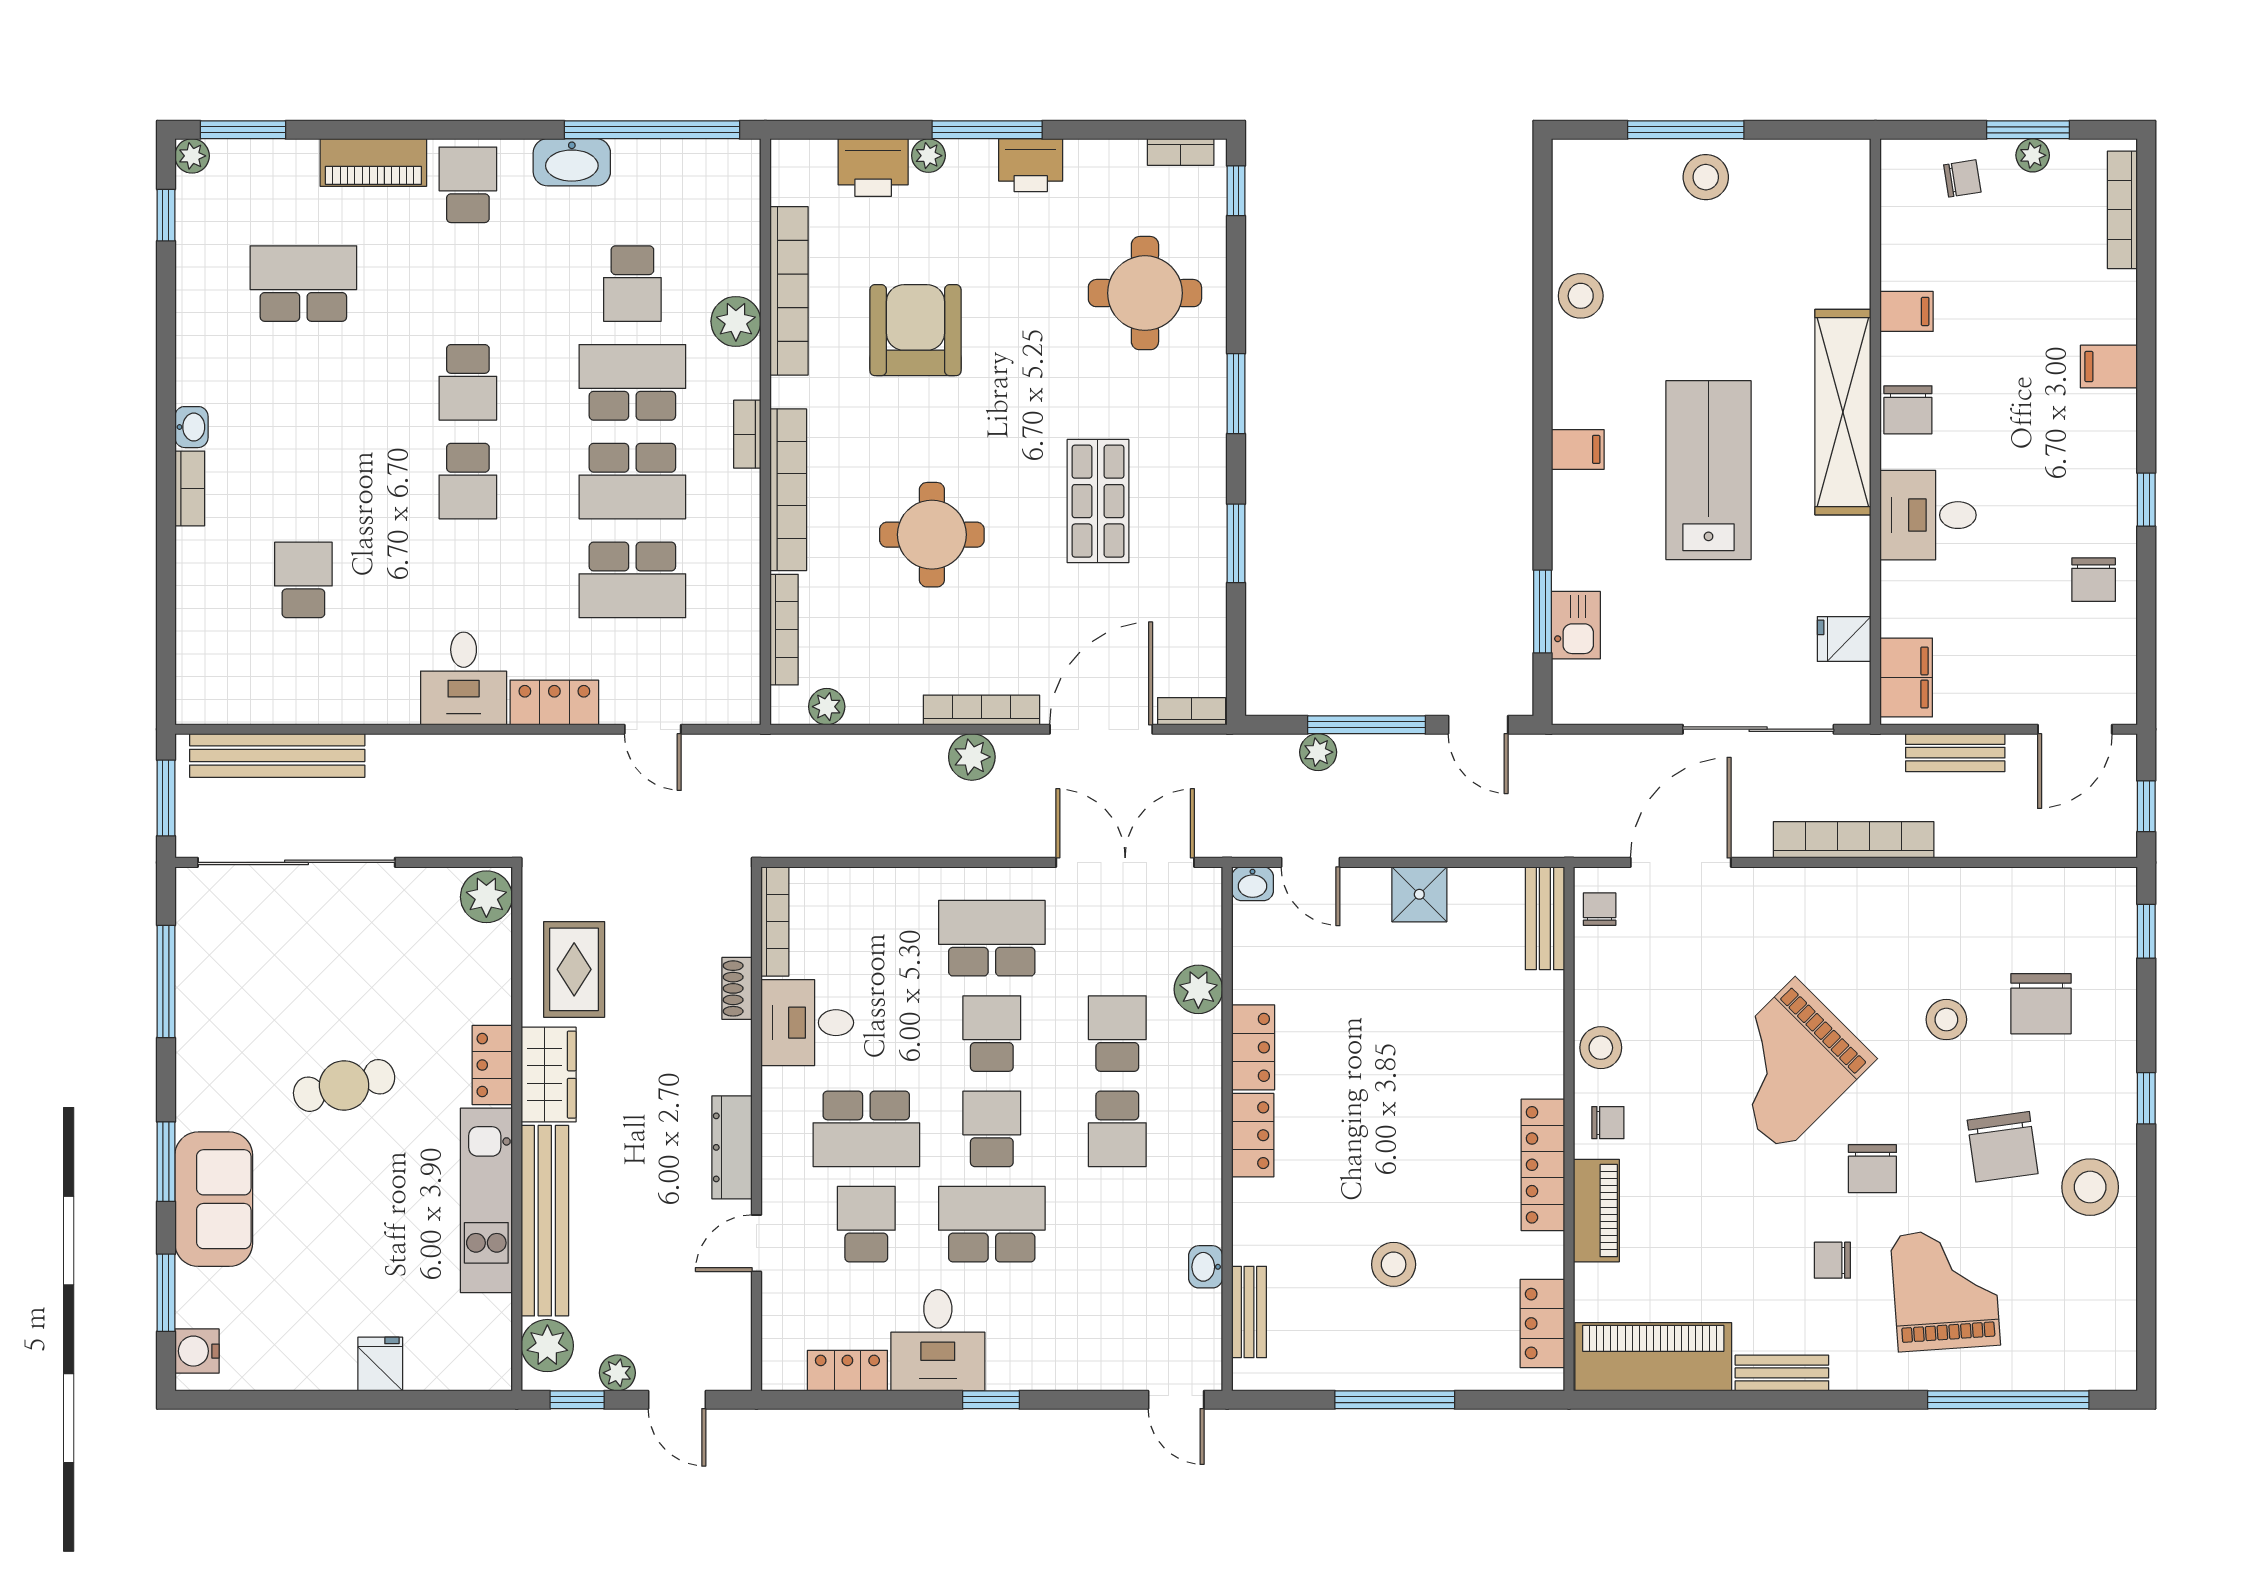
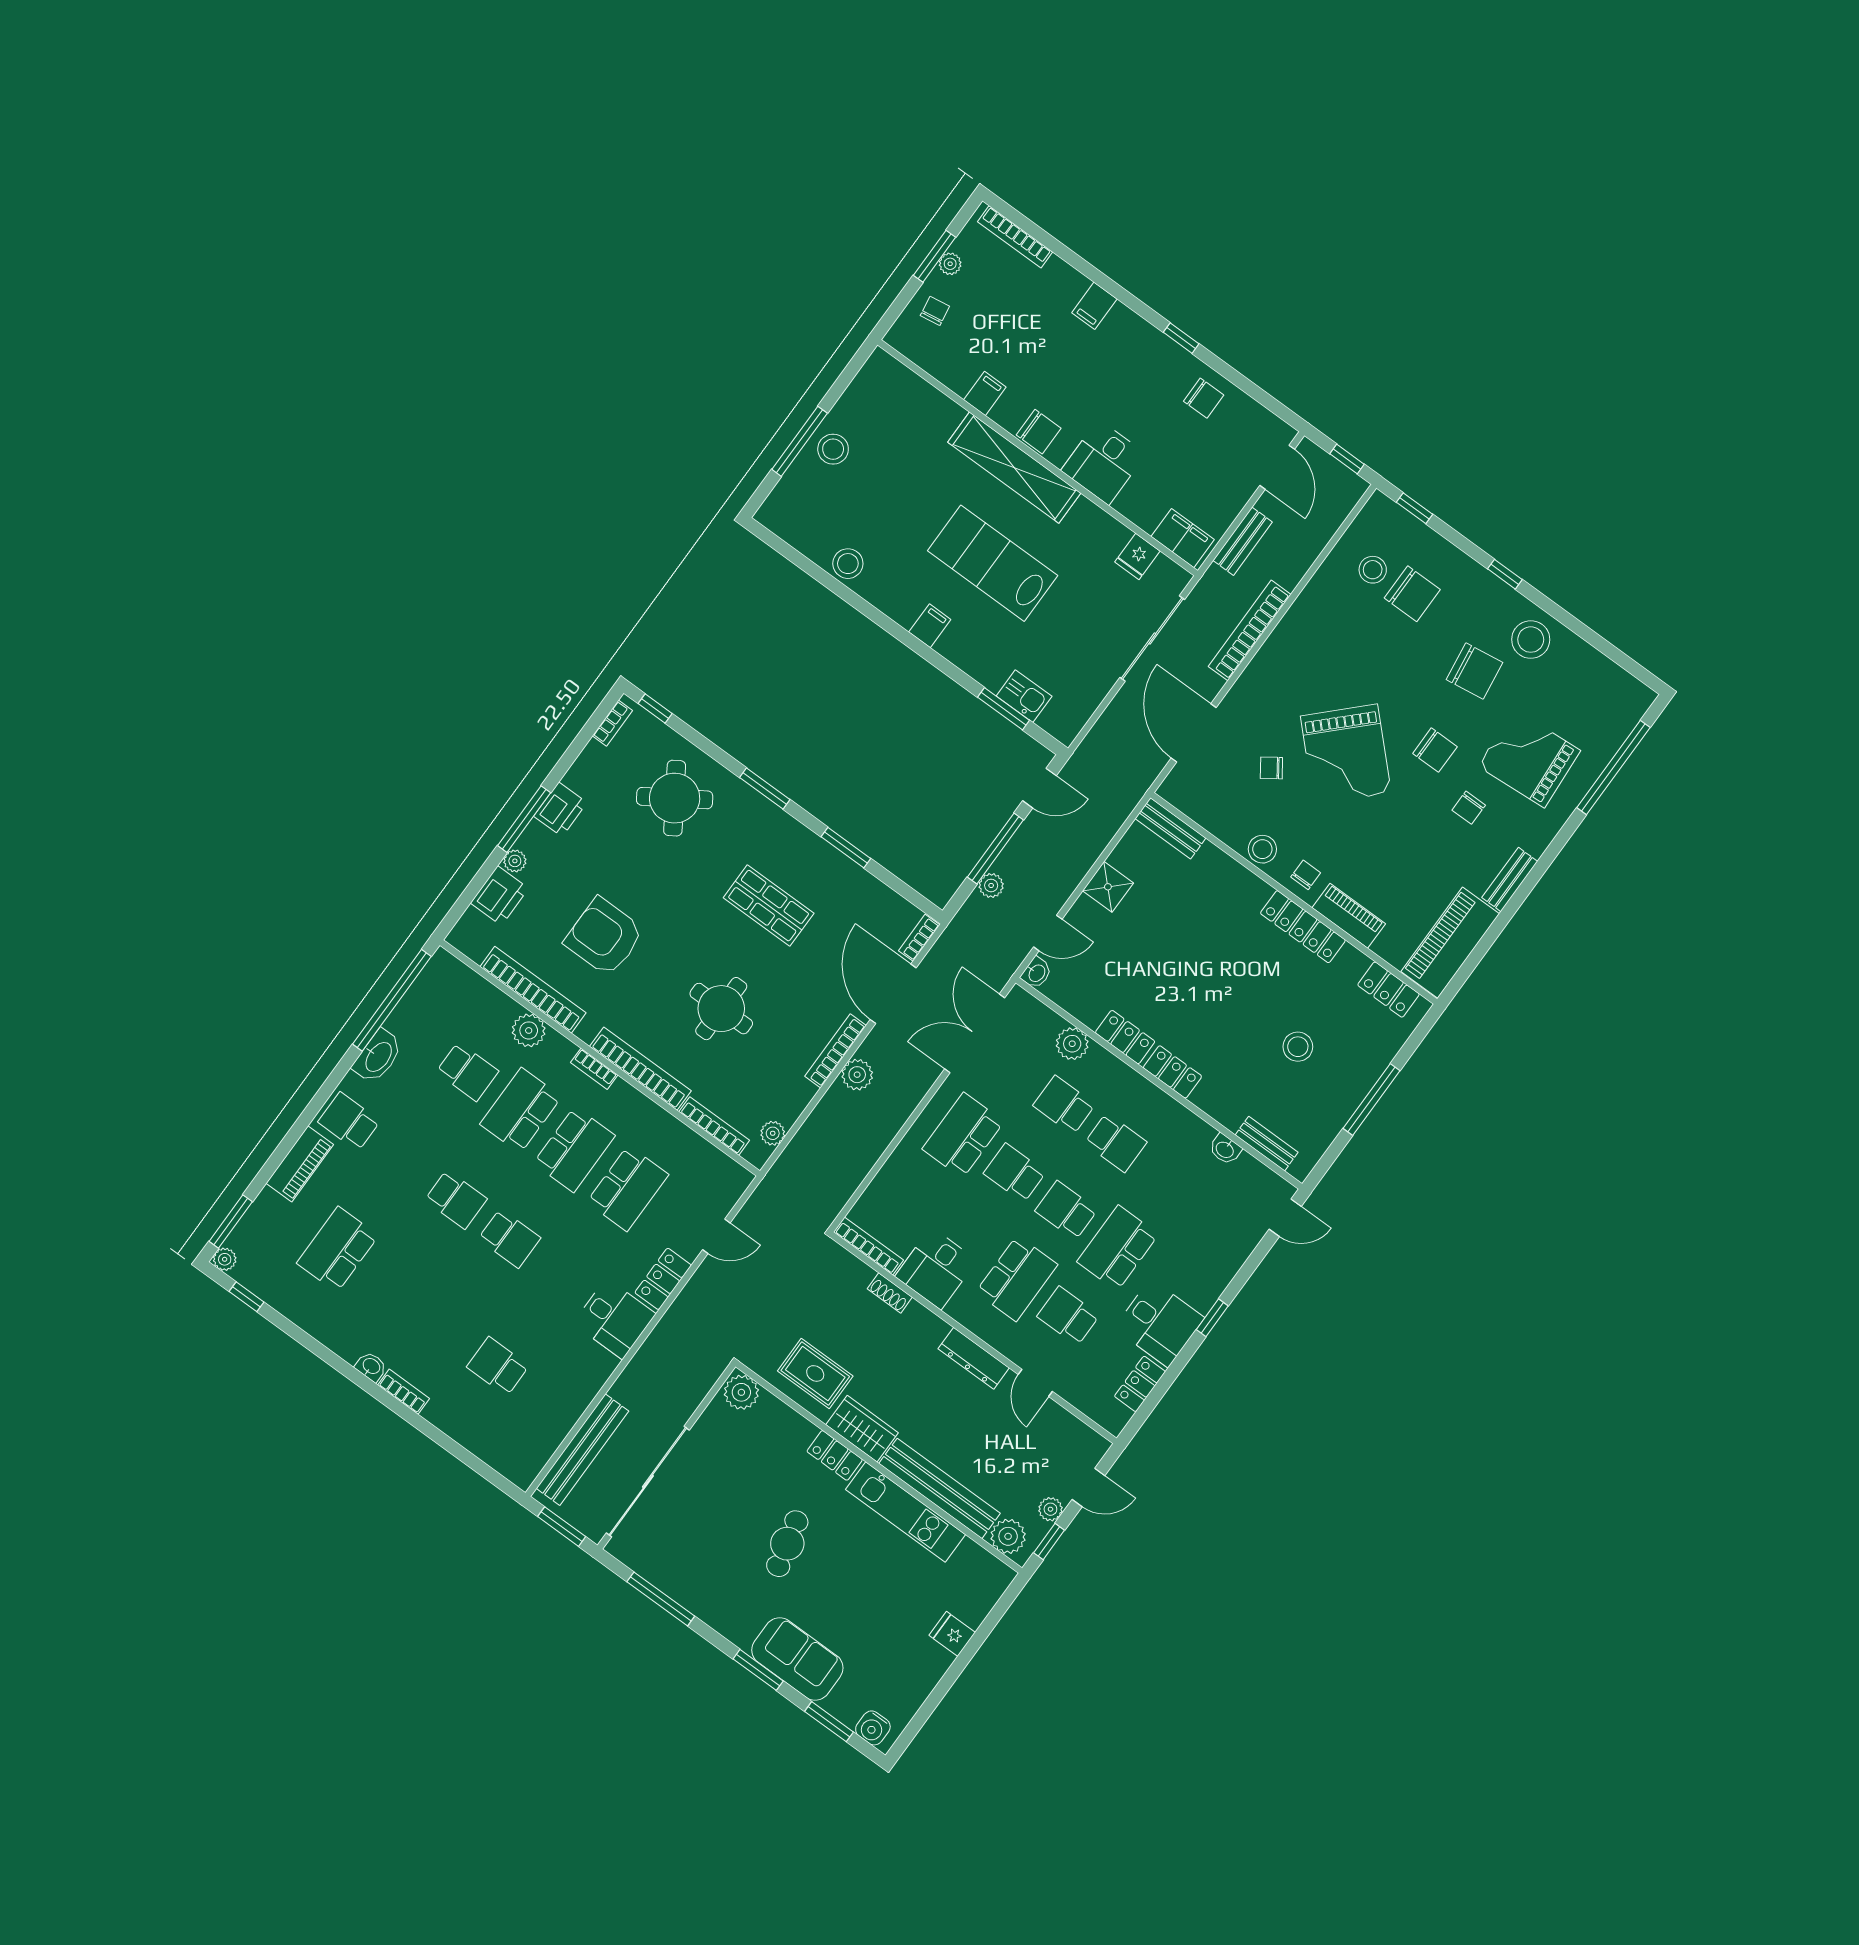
round table: (1145, 293) -> (675, 798), turned -33
chair: (1600, 909) -> (1271, 768), moved, turned -35
stool: (1946, 1020) -> (1373, 570), moved

